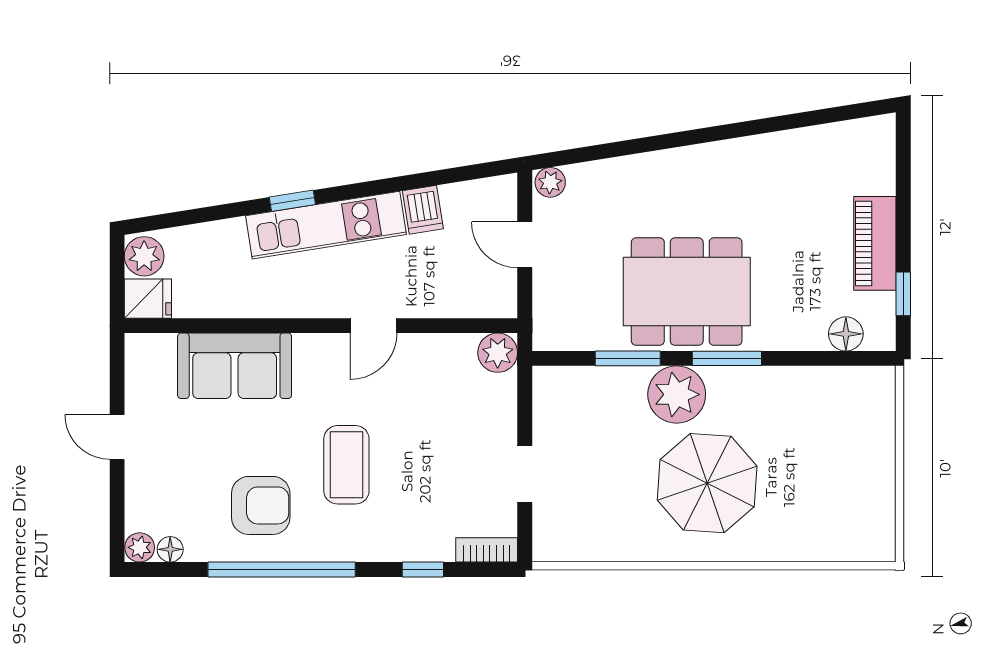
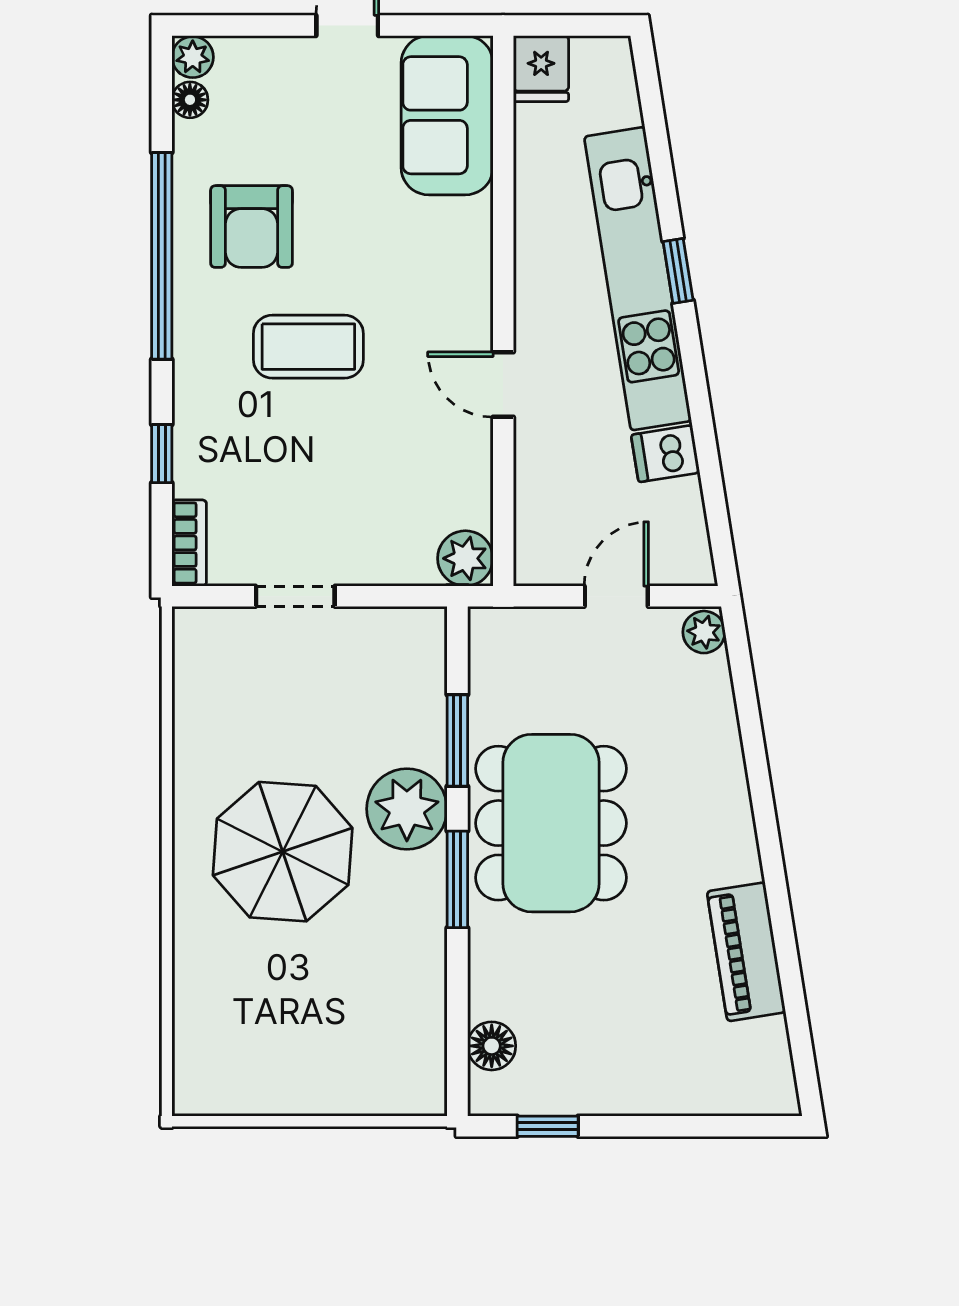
kitchen unit: (326, 225) -> (638, 279), width x1.36
piano: (875, 243) -> (746, 952), moved, turned -99
plant: (144, 256) -> (600, 63), removed
sofa: (235, 366) -> (447, 115), moved

